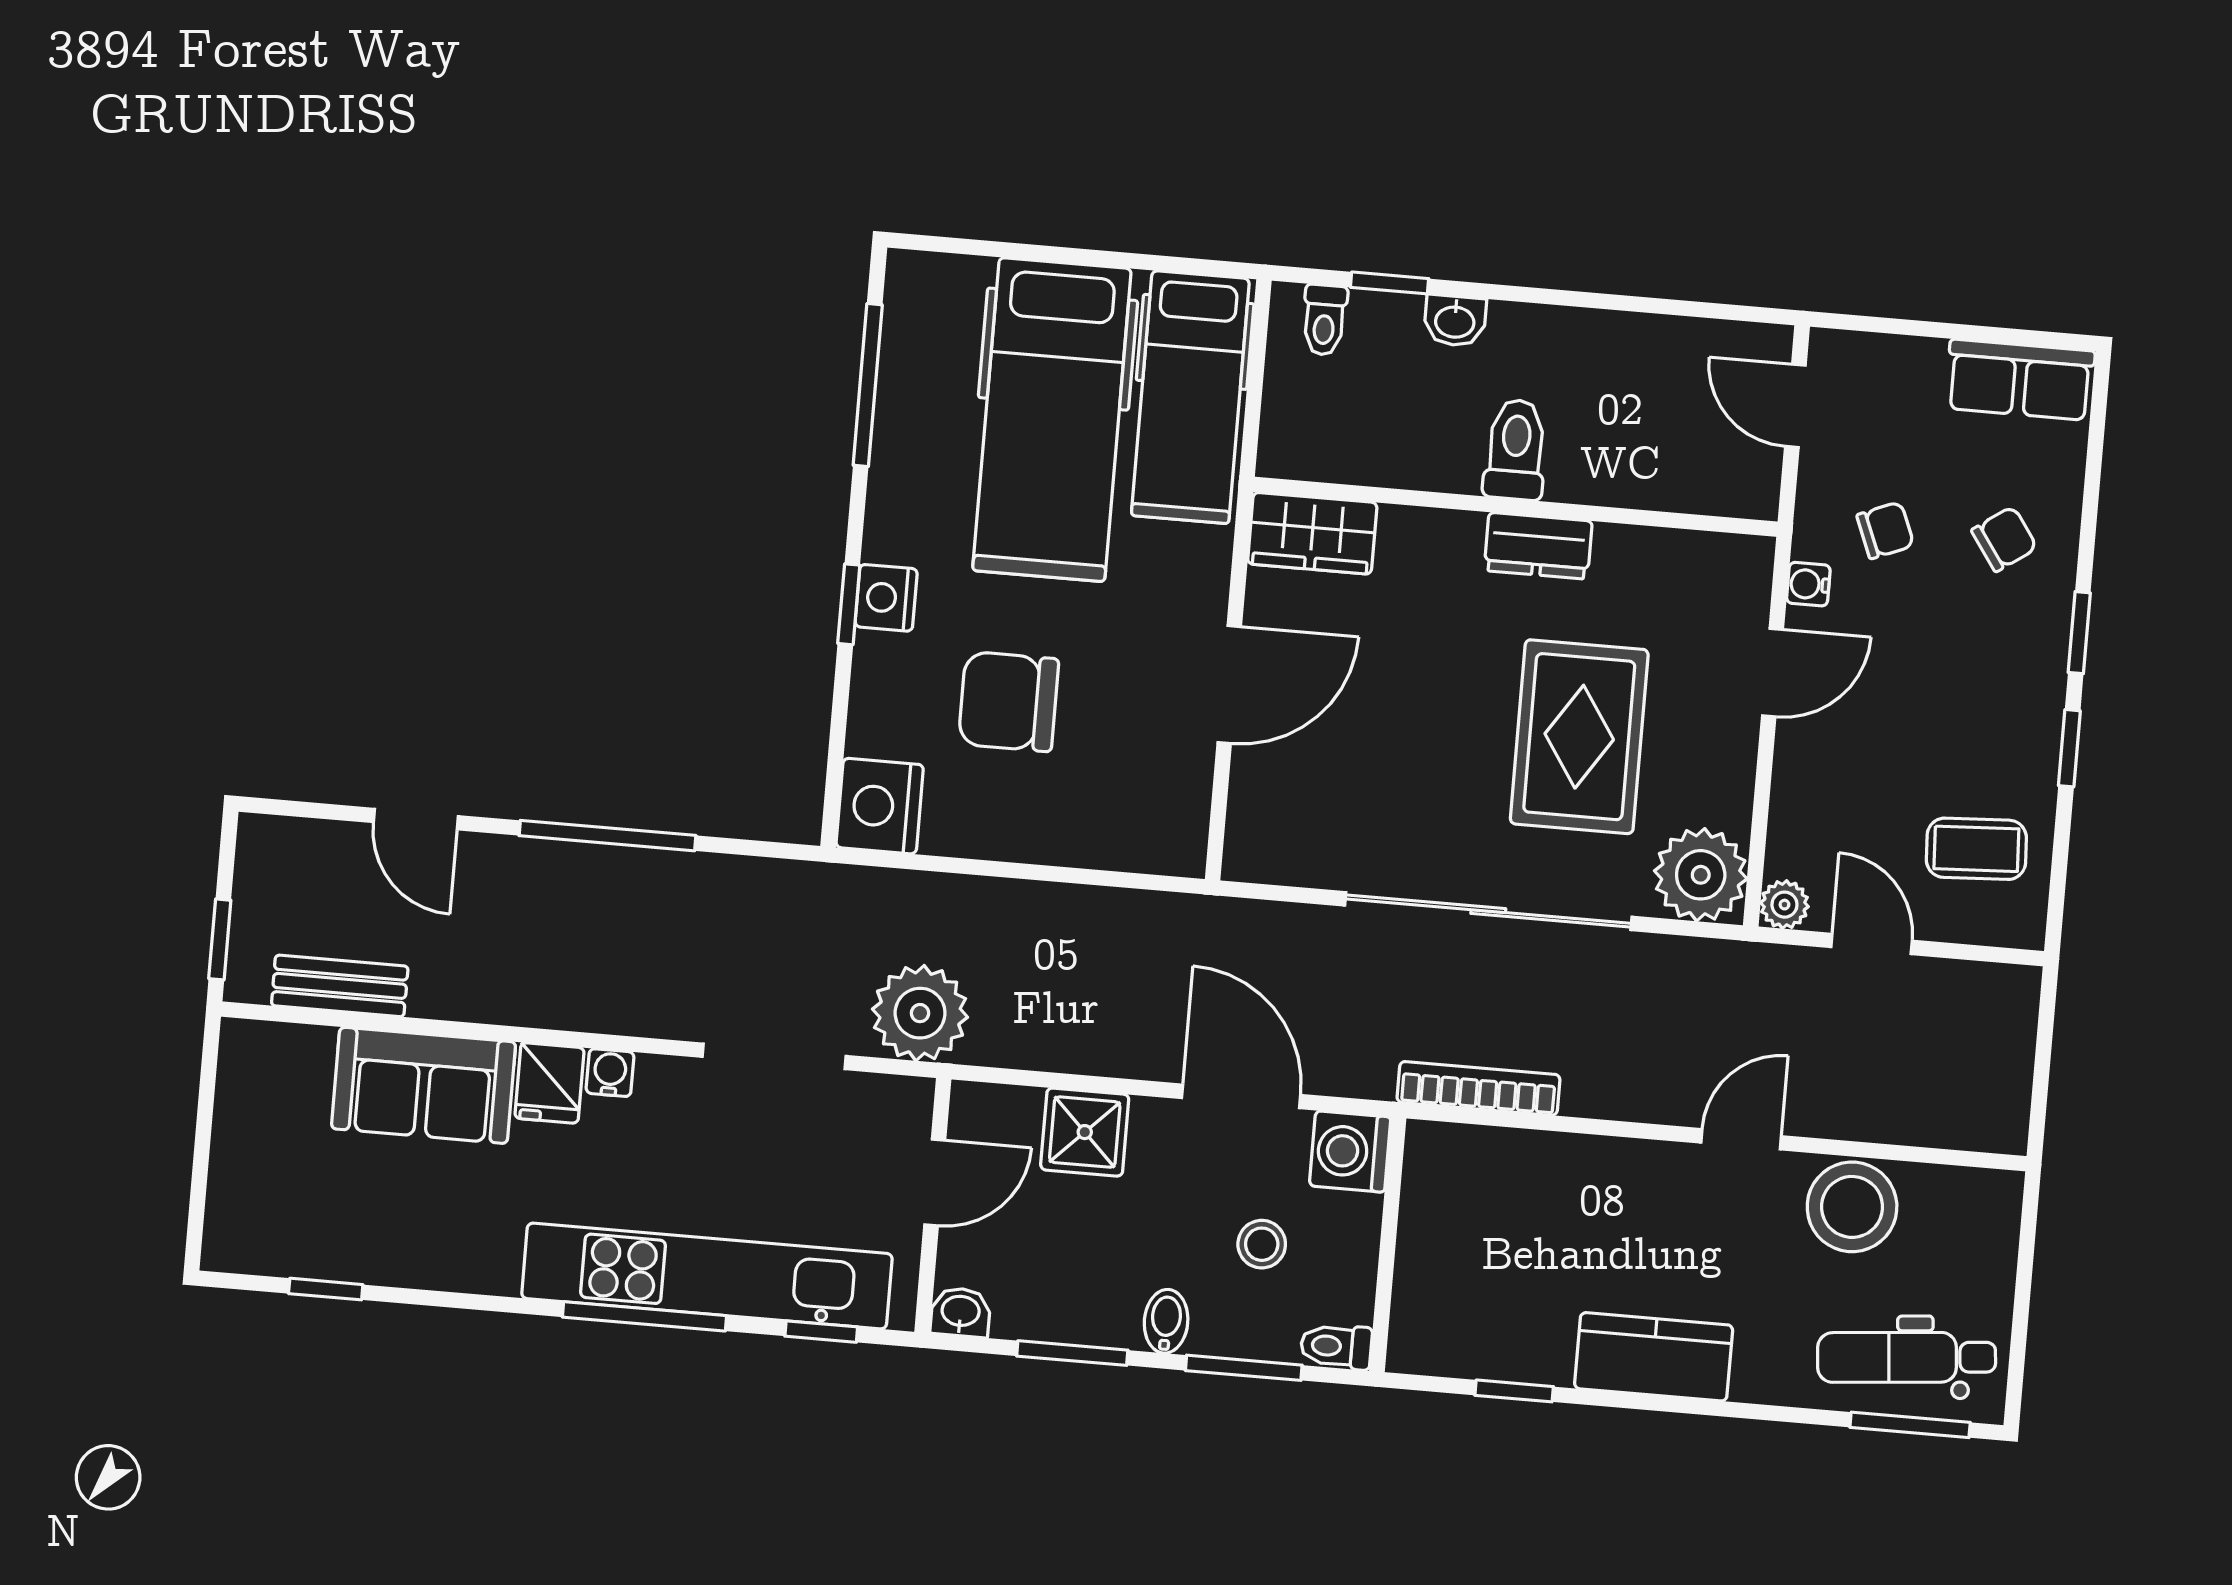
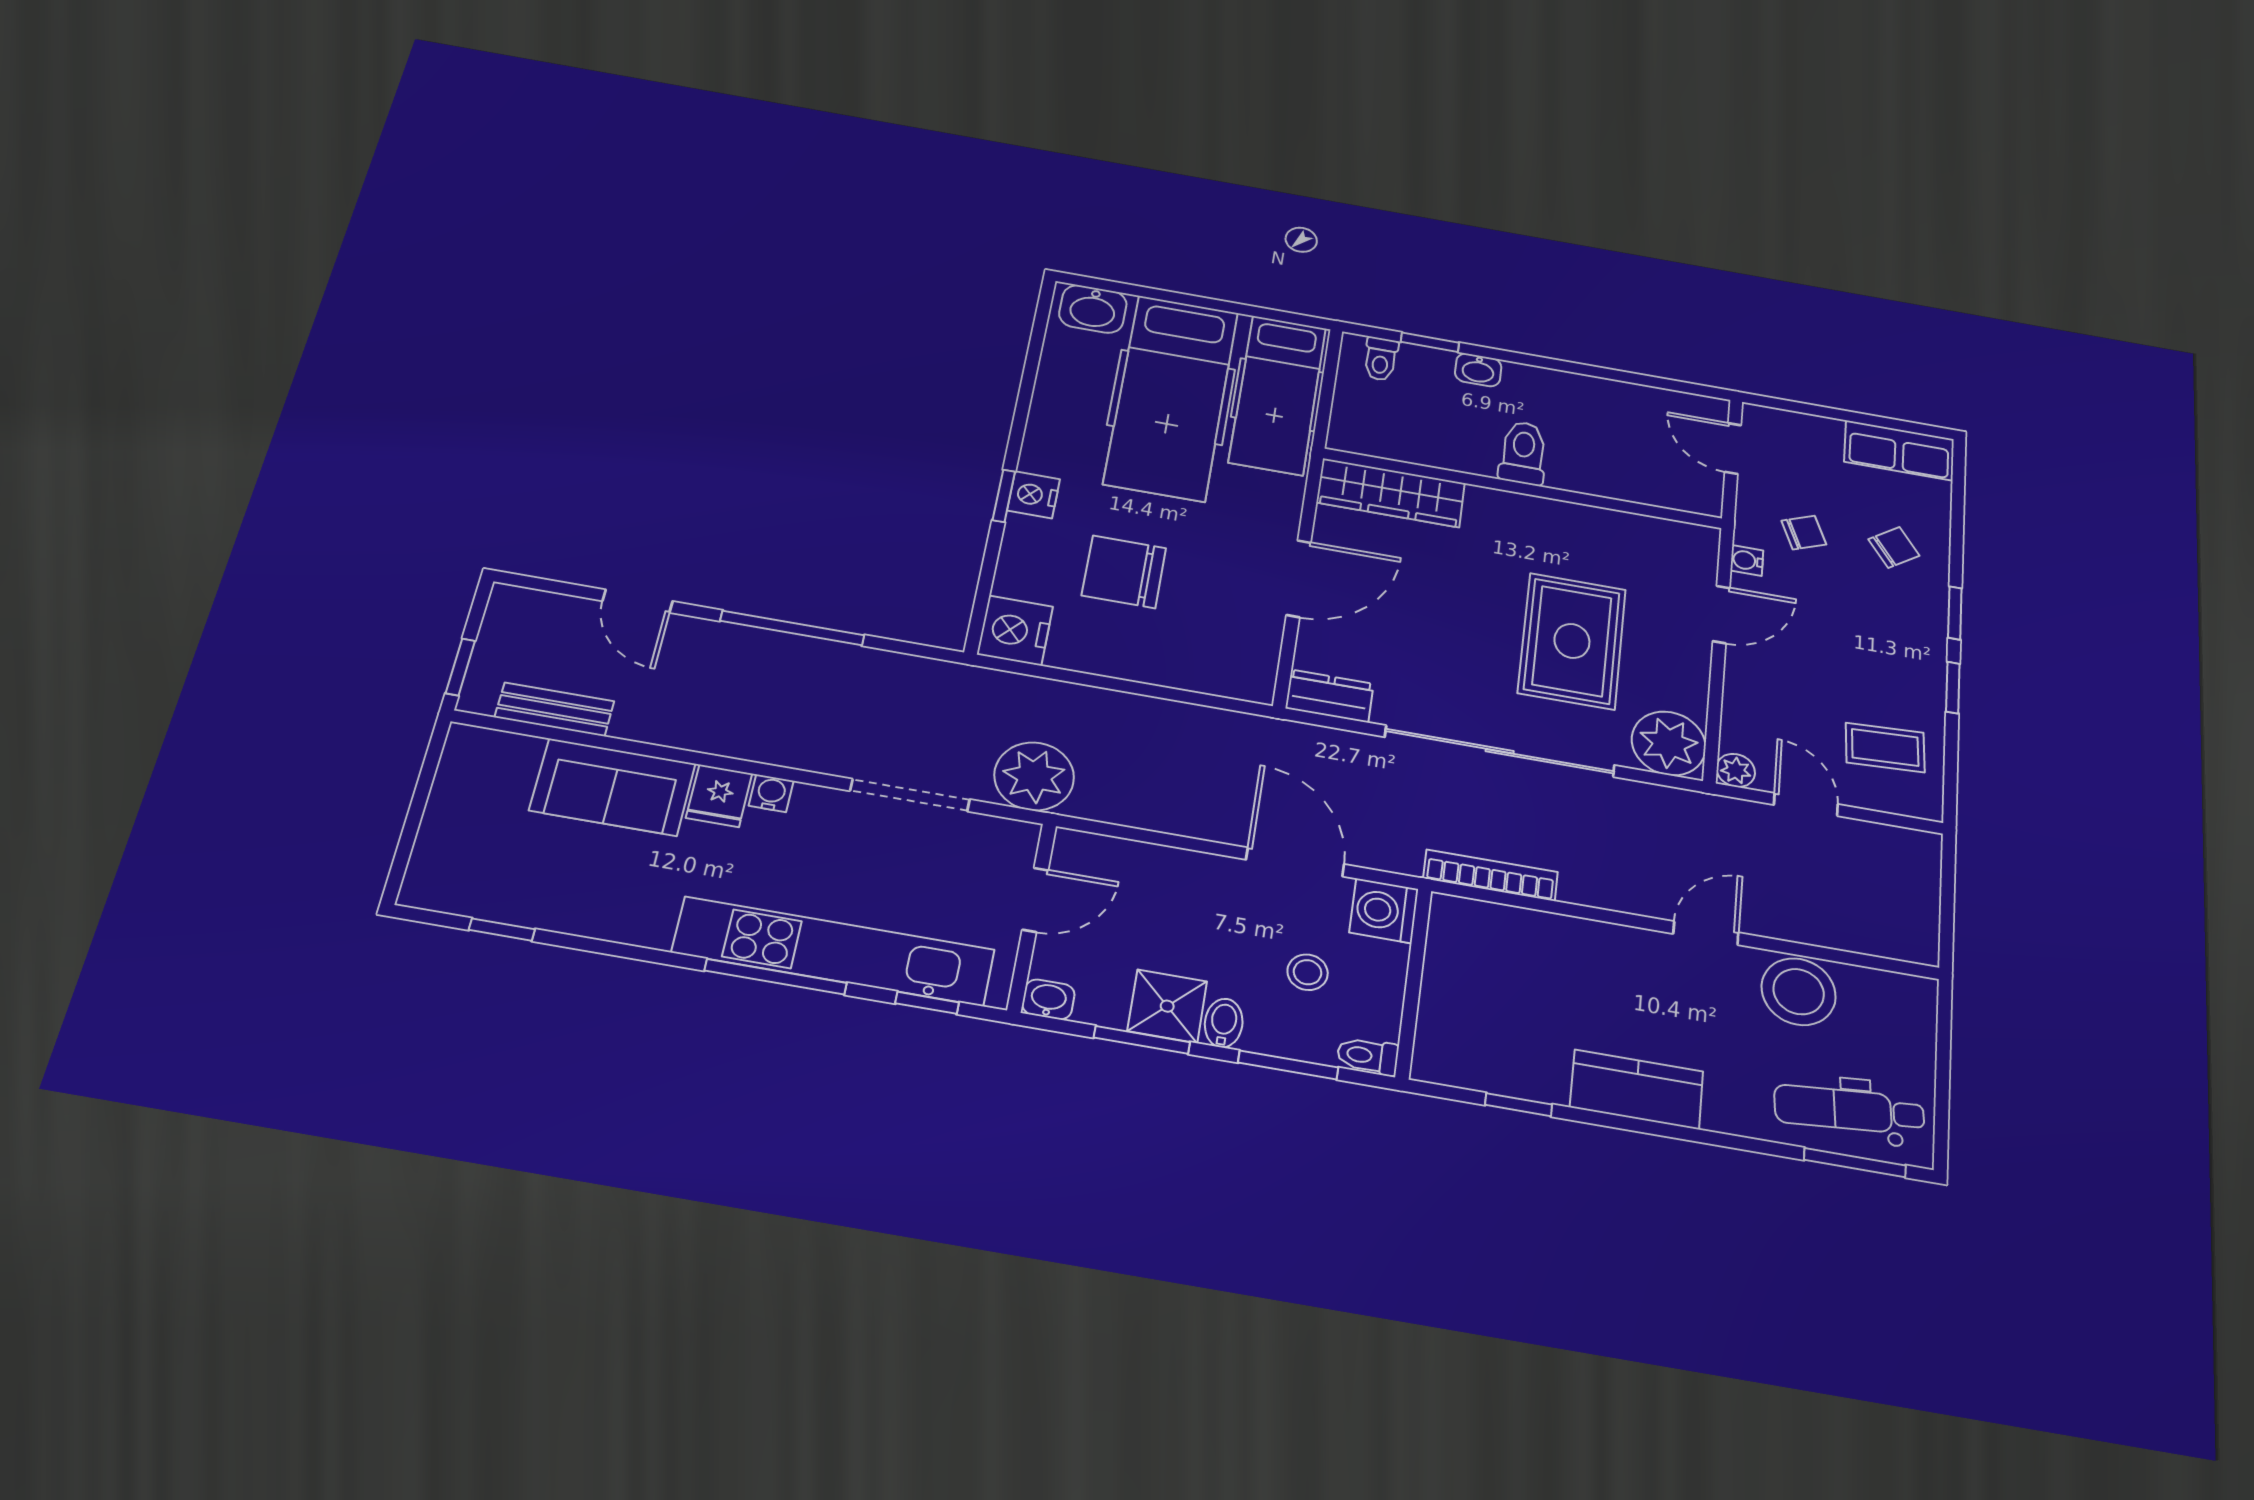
washbasin: (940, 288) -> (1093, 309), added
window: (868, 385) -> (1032, 361), removed
wardrobe: (1312, 533) -> (1391, 493), width x1.50
dresser: (1538, 546) -> (1329, 696), moved, turned 180
shower: (1085, 1132) -> (1167, 1006), moved

